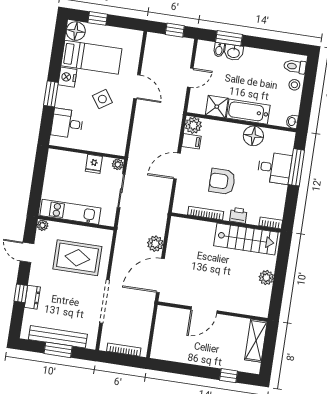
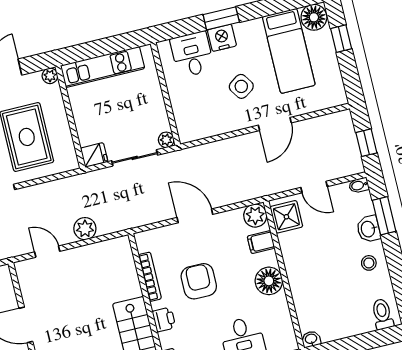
bidet: (219, 50) -> (359, 185), moved
nightstand: (68, 77) -> (222, 38), moved
stool: (294, 85) -> (369, 263), moved
shower: (217, 107) -> (286, 217), moved
bathtub: (248, 112) -> (301, 278), removed
floor lamp: (253, 136) -> (269, 281), moved
filing cabinet: (191, 141) -> (261, 242), moved, turned 90
fridge: (94, 164) -> (94, 155), moved, turned 180
kitchen unit: (70, 212) -> (102, 67), moved, turned 90
door: (160, 276) -> (47, 252), width x0.53

